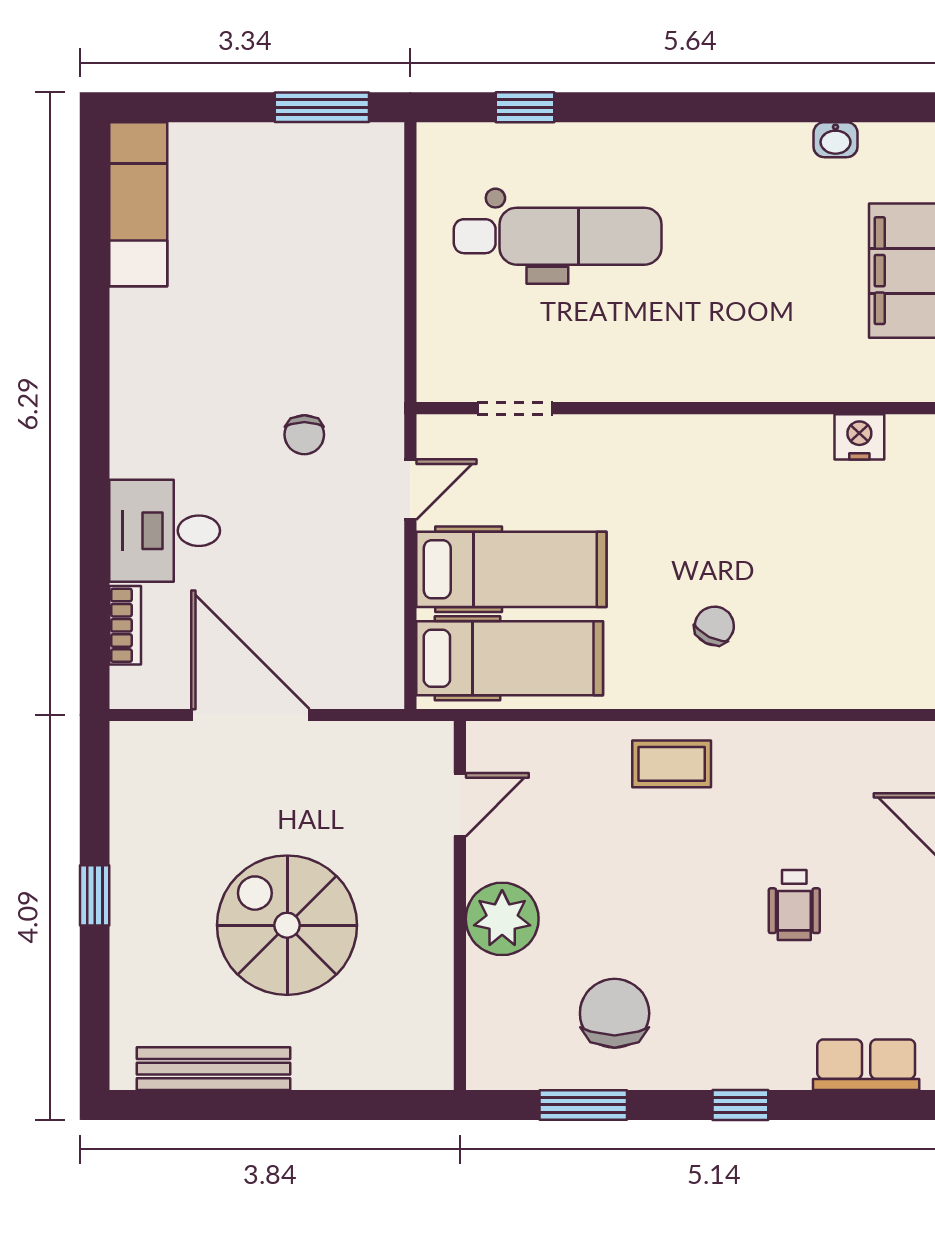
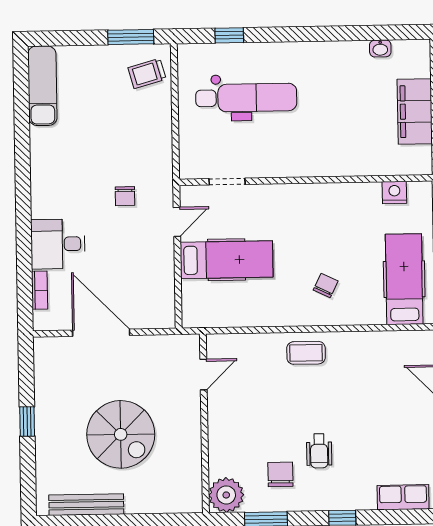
trolley: (354, 183) -> (147, 73), added
hospital bed: (510, 658) -> (404, 279), moved, turned -90
wheelchair: (794, 905) -> (319, 451), moved
plant: (502, 919) -> (226, 495), moved
spiral stairs: (287, 925) -> (121, 434), turned 180
chair: (615, 1013) -> (280, 474), width x0.73, depth x0.73

